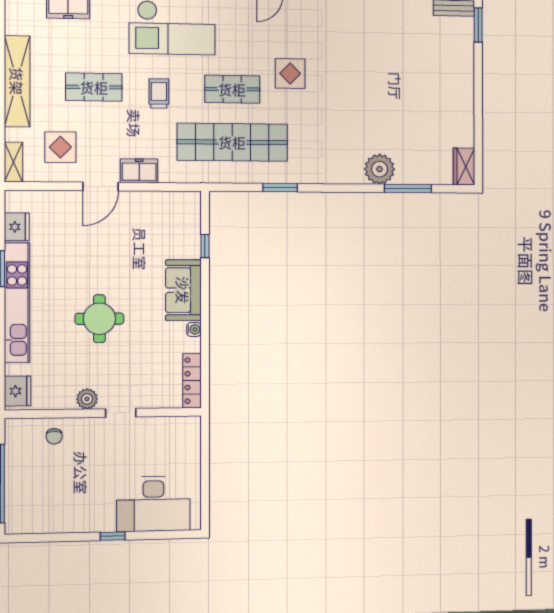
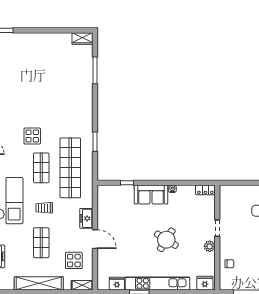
plant: (380, 169) -> (84, 86), removed
round table: (99, 319) -> (166, 240), turned 32
locker: (192, 381) -> (205, 190), width x0.66

